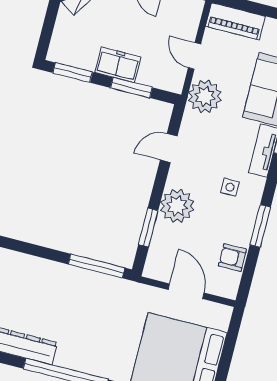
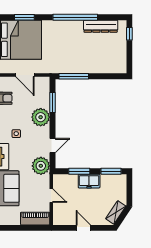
plant: (205, 96) -> (41, 166), moved

